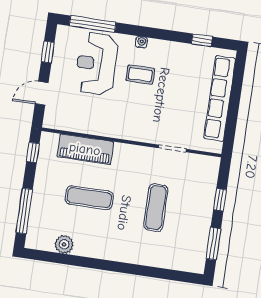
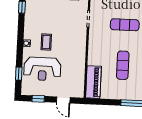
window: (93, 24) -> (19, 74), width x0.46
piano: (85, 149) -> (93, 82), moved
window: (33, 153) -> (99, 102), removed

